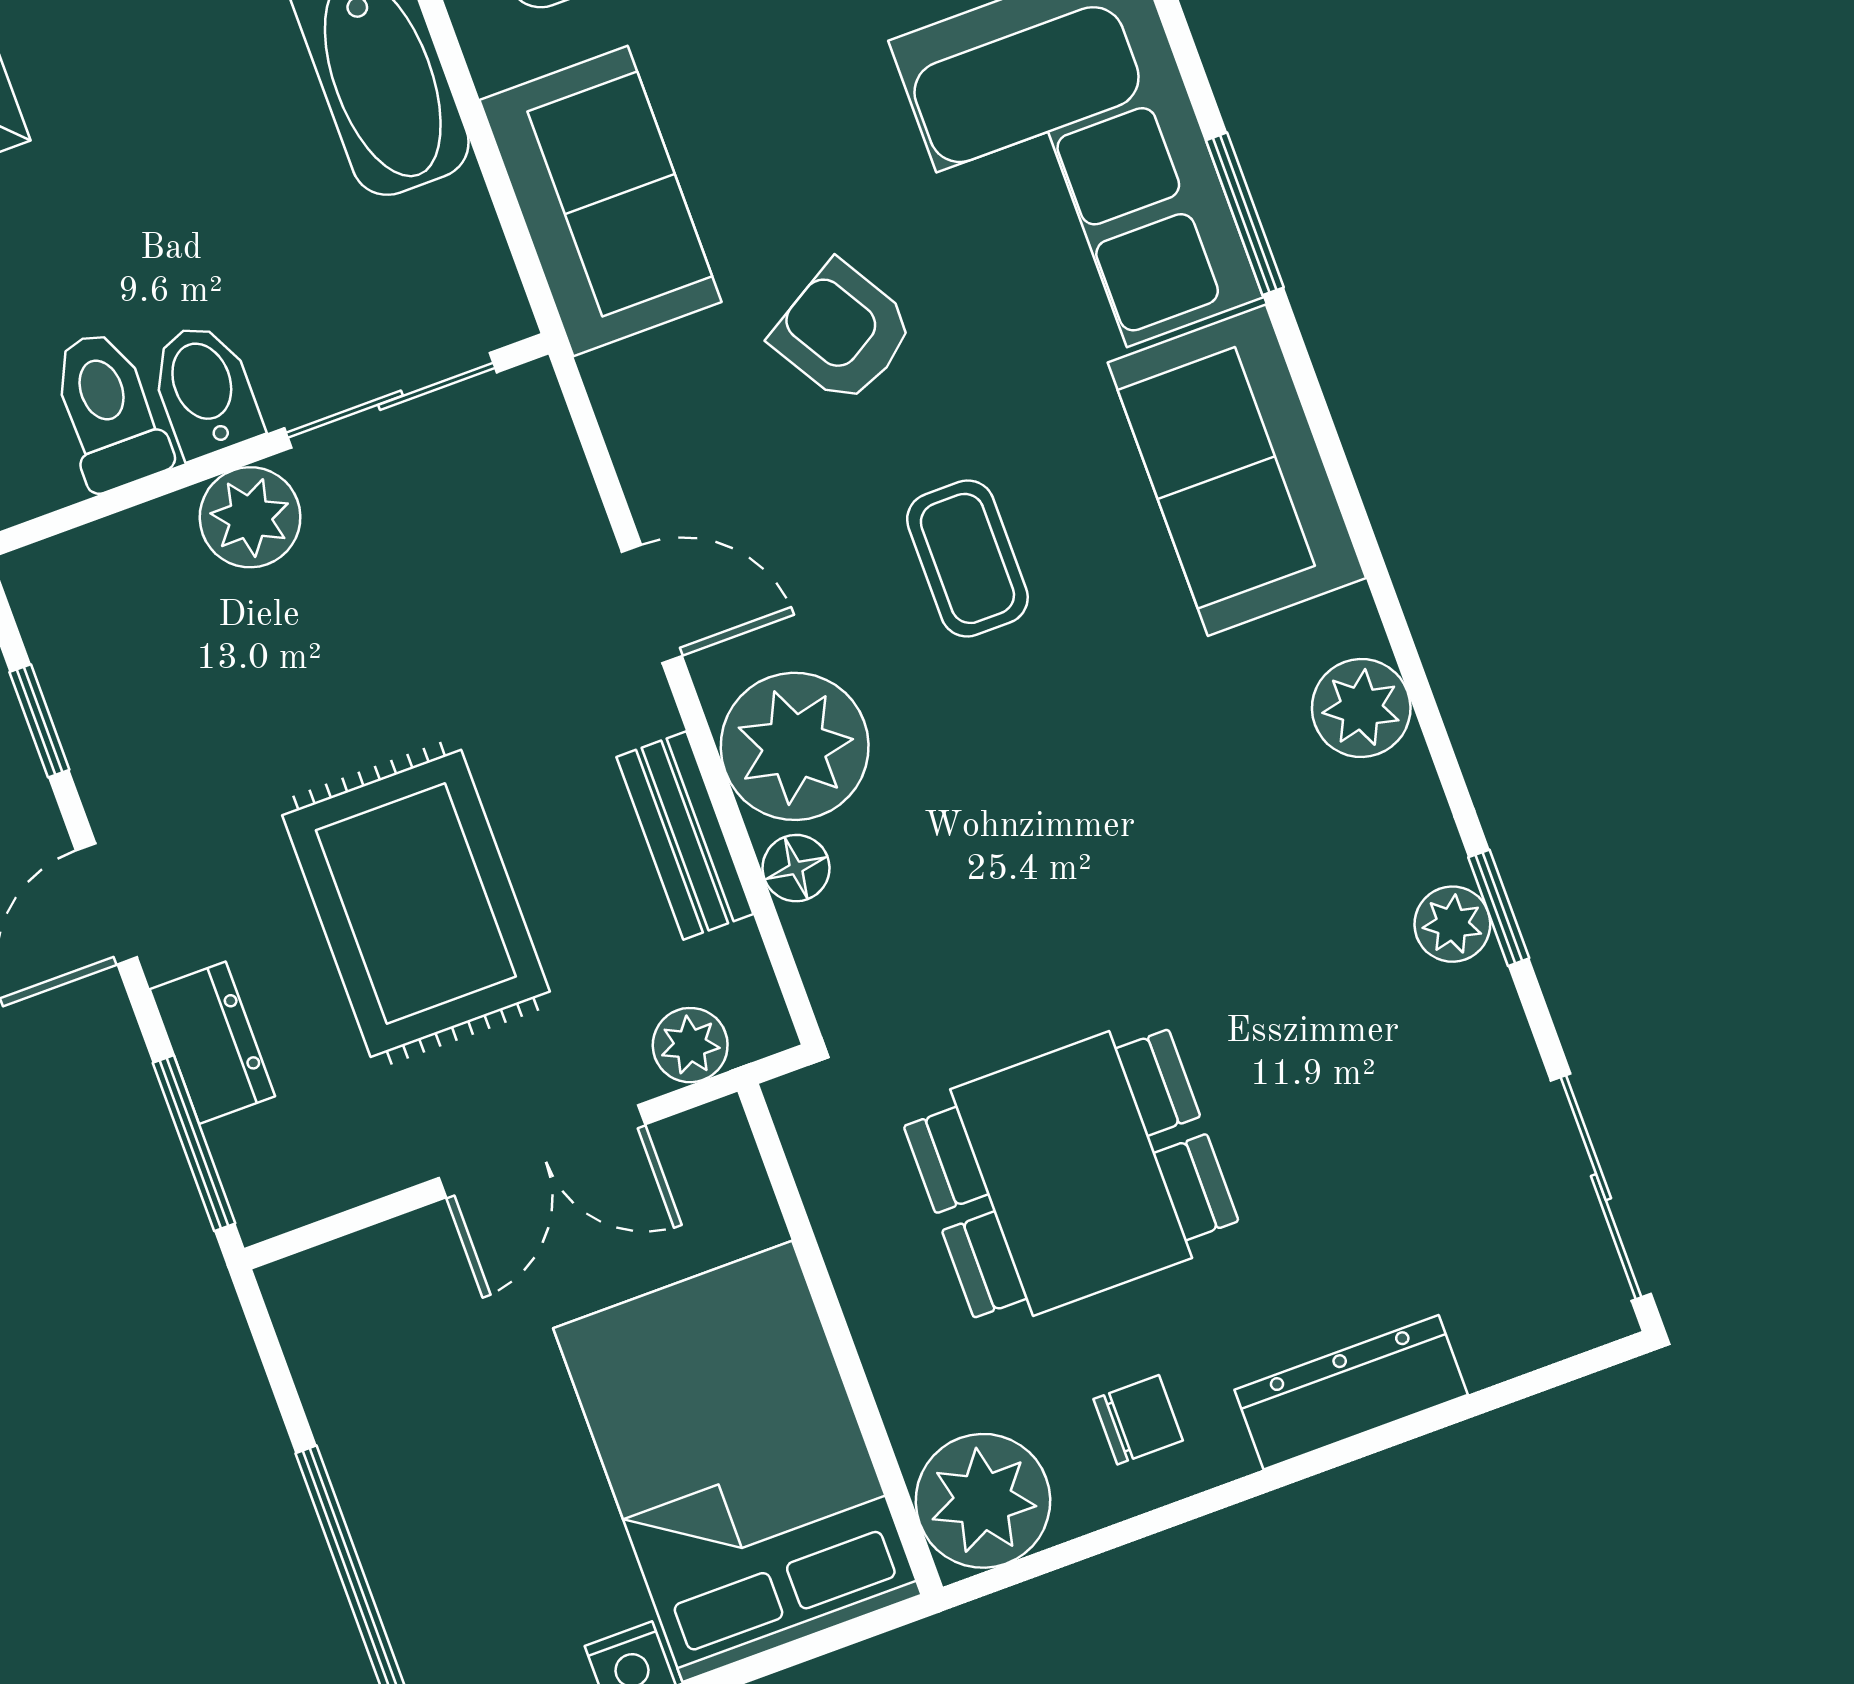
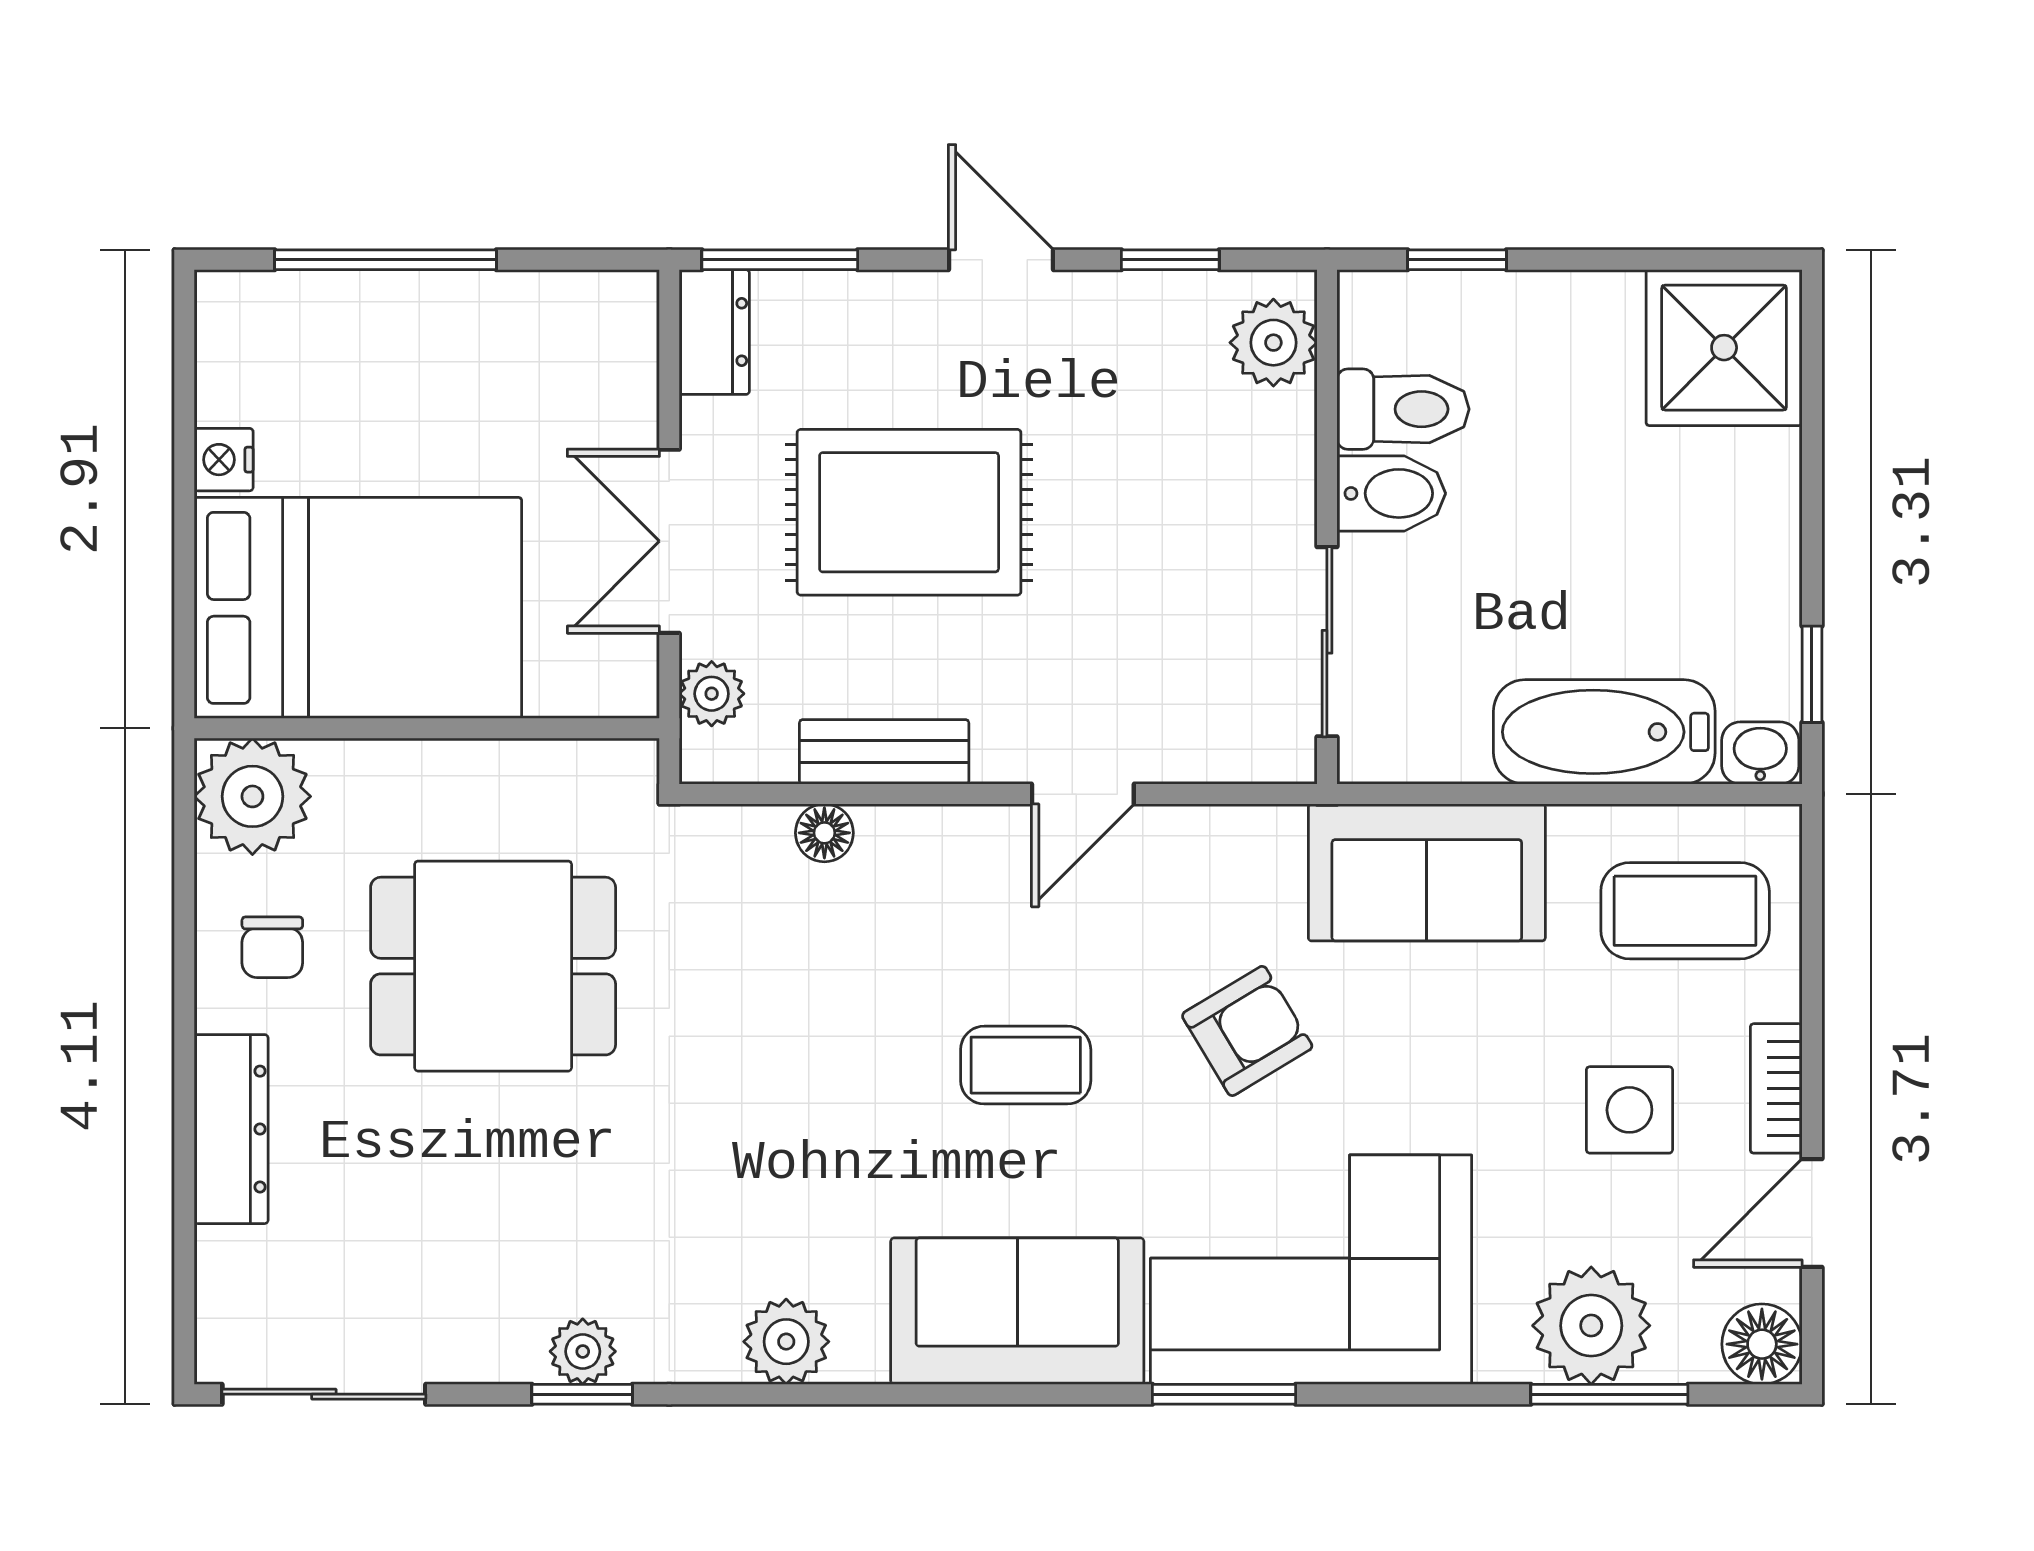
plant: (250, 517) -> (1273, 343), moved
plant: (795, 746) -> (924, 868), removed
dresser: (212, 1043) -> (714, 332), moved, turned -90
dining table: (1071, 1174) -> (493, 966), turned 90

